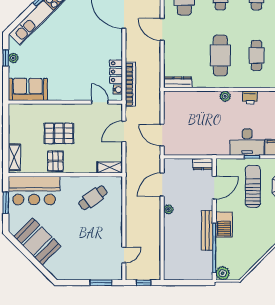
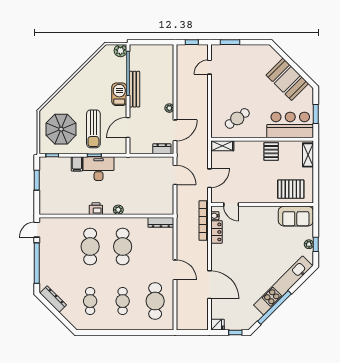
cafe table: (256, 55) -> (90, 247), width x1.37, depth x1.35
pallet: (59, 133) -> (291, 189), moved
dresser: (203, 164) -> (162, 149), moved

